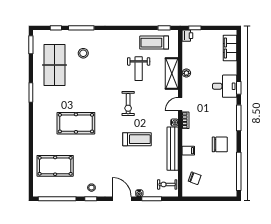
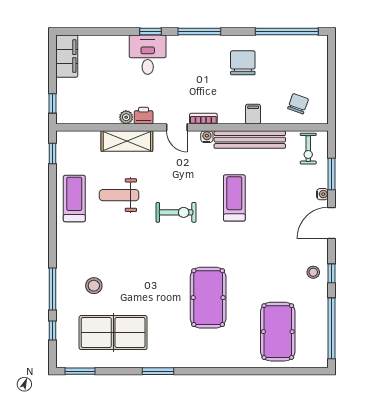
printer: (187, 36) -> (144, 116), moved
treadmill: (154, 43) -> (74, 199), moved, turned 180
filing cabinet: (230, 48) -> (67, 56), moved, turned -90
weight bench: (139, 69) -> (119, 195), turned 180

